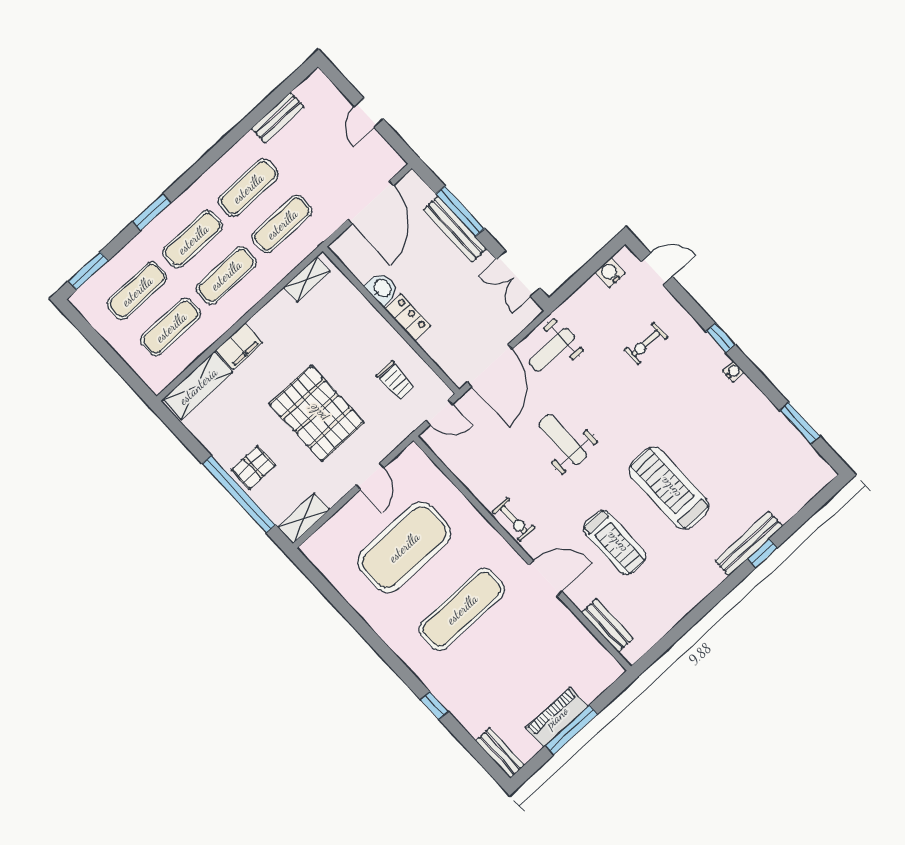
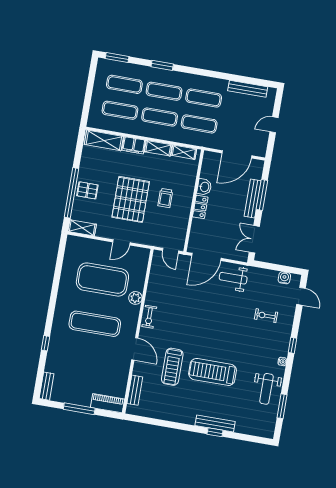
bench: (278, 118) -> (248, 89), width x1.36
shelving: (271, 313) -> (158, 148), added
trolley: (396, 380) -> (165, 198), moved
weight bench: (563, 440) -> (266, 389), moved, turned 180
treadmill: (669, 488) -> (213, 372), turned -90
plant: (470, 519) -> (135, 298), added
piano: (557, 717) -> (108, 403), moved

